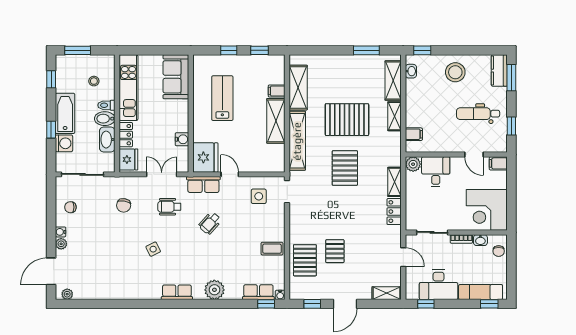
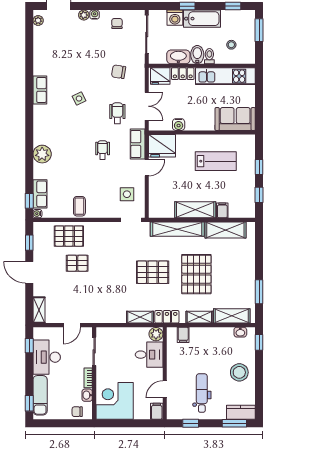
locker: (394, 212) -> (167, 317), moved
wheelchair: (210, 223) -> (103, 150), turned 48
row of seats: (177, 292) -> (40, 90), moved

